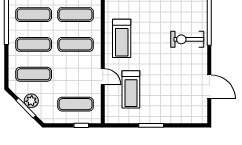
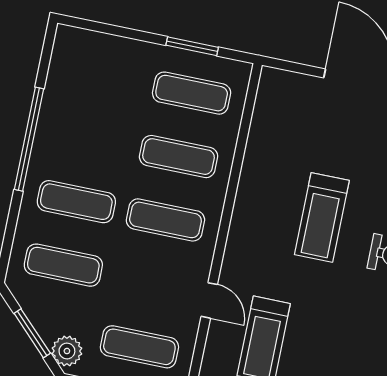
exercise mat: (34, 15) -> (89, 138), removed
treadmill: (122, 38) -> (322, 217), moved
plant: (31, 101) -> (67, 351), moved

